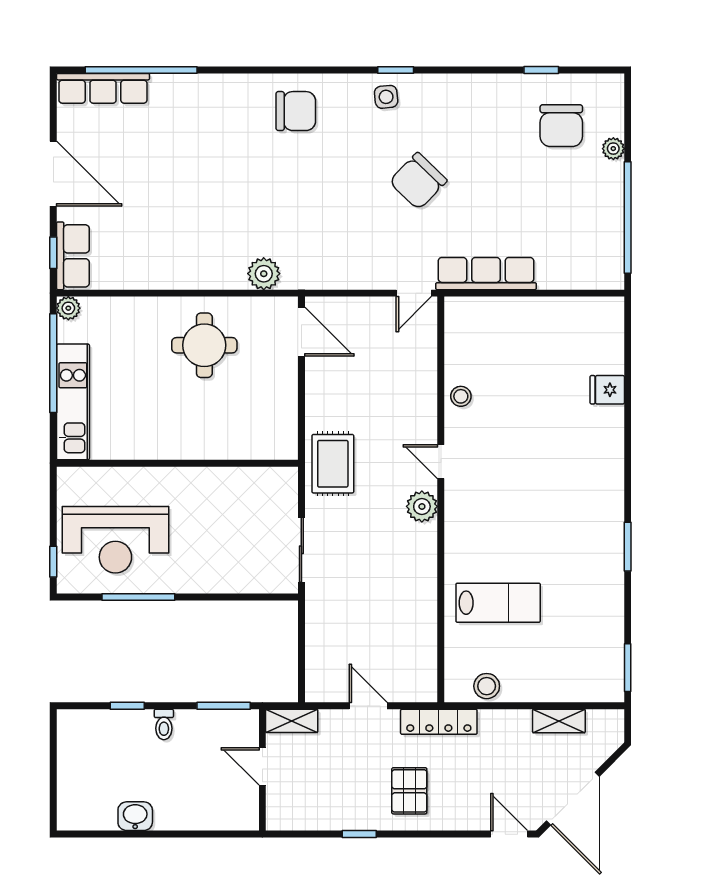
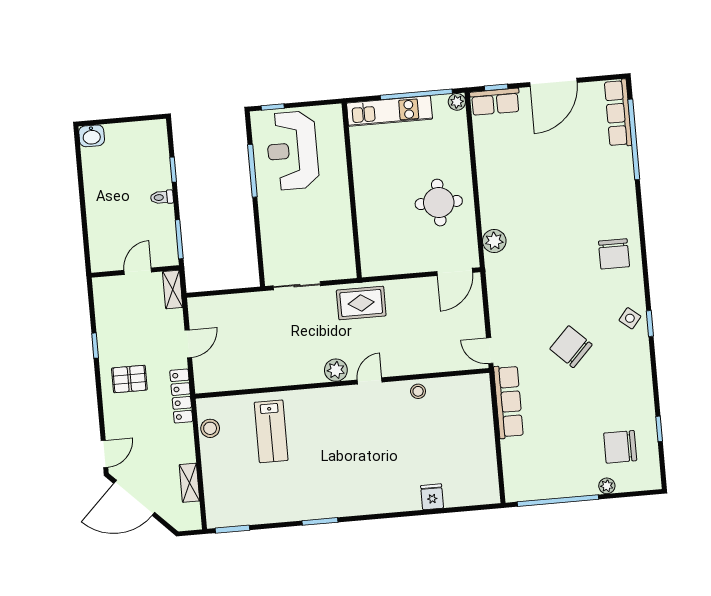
side table: (386, 97) -> (630, 318), turned 45
washbasin: (135, 816) -> (92, 136), moved, turned 90

